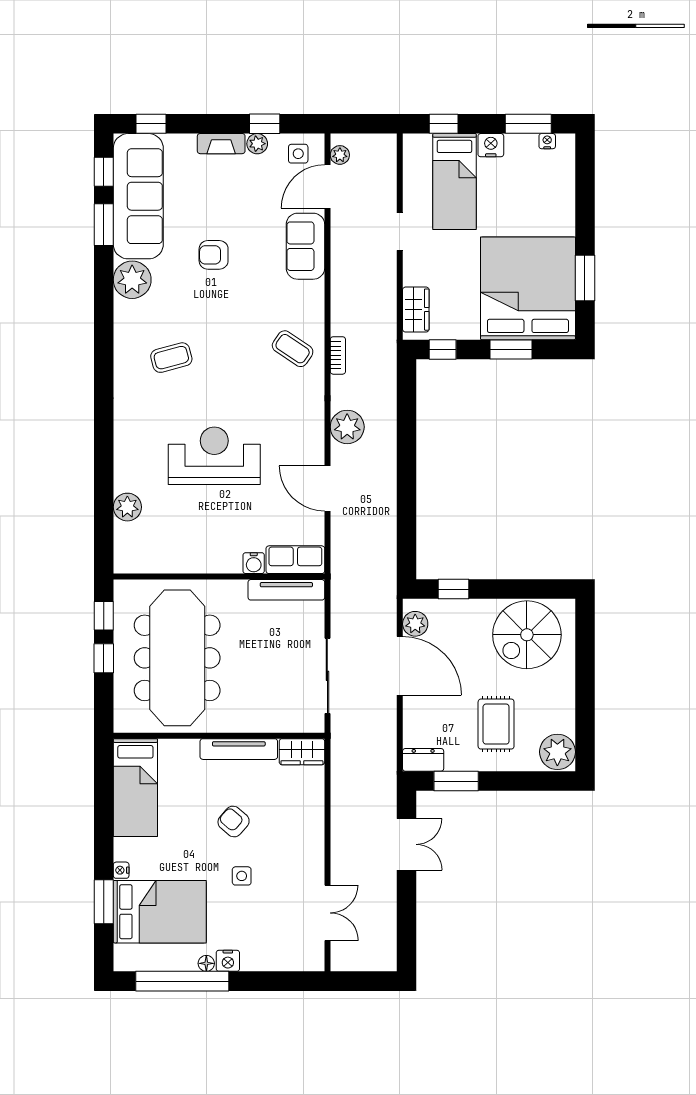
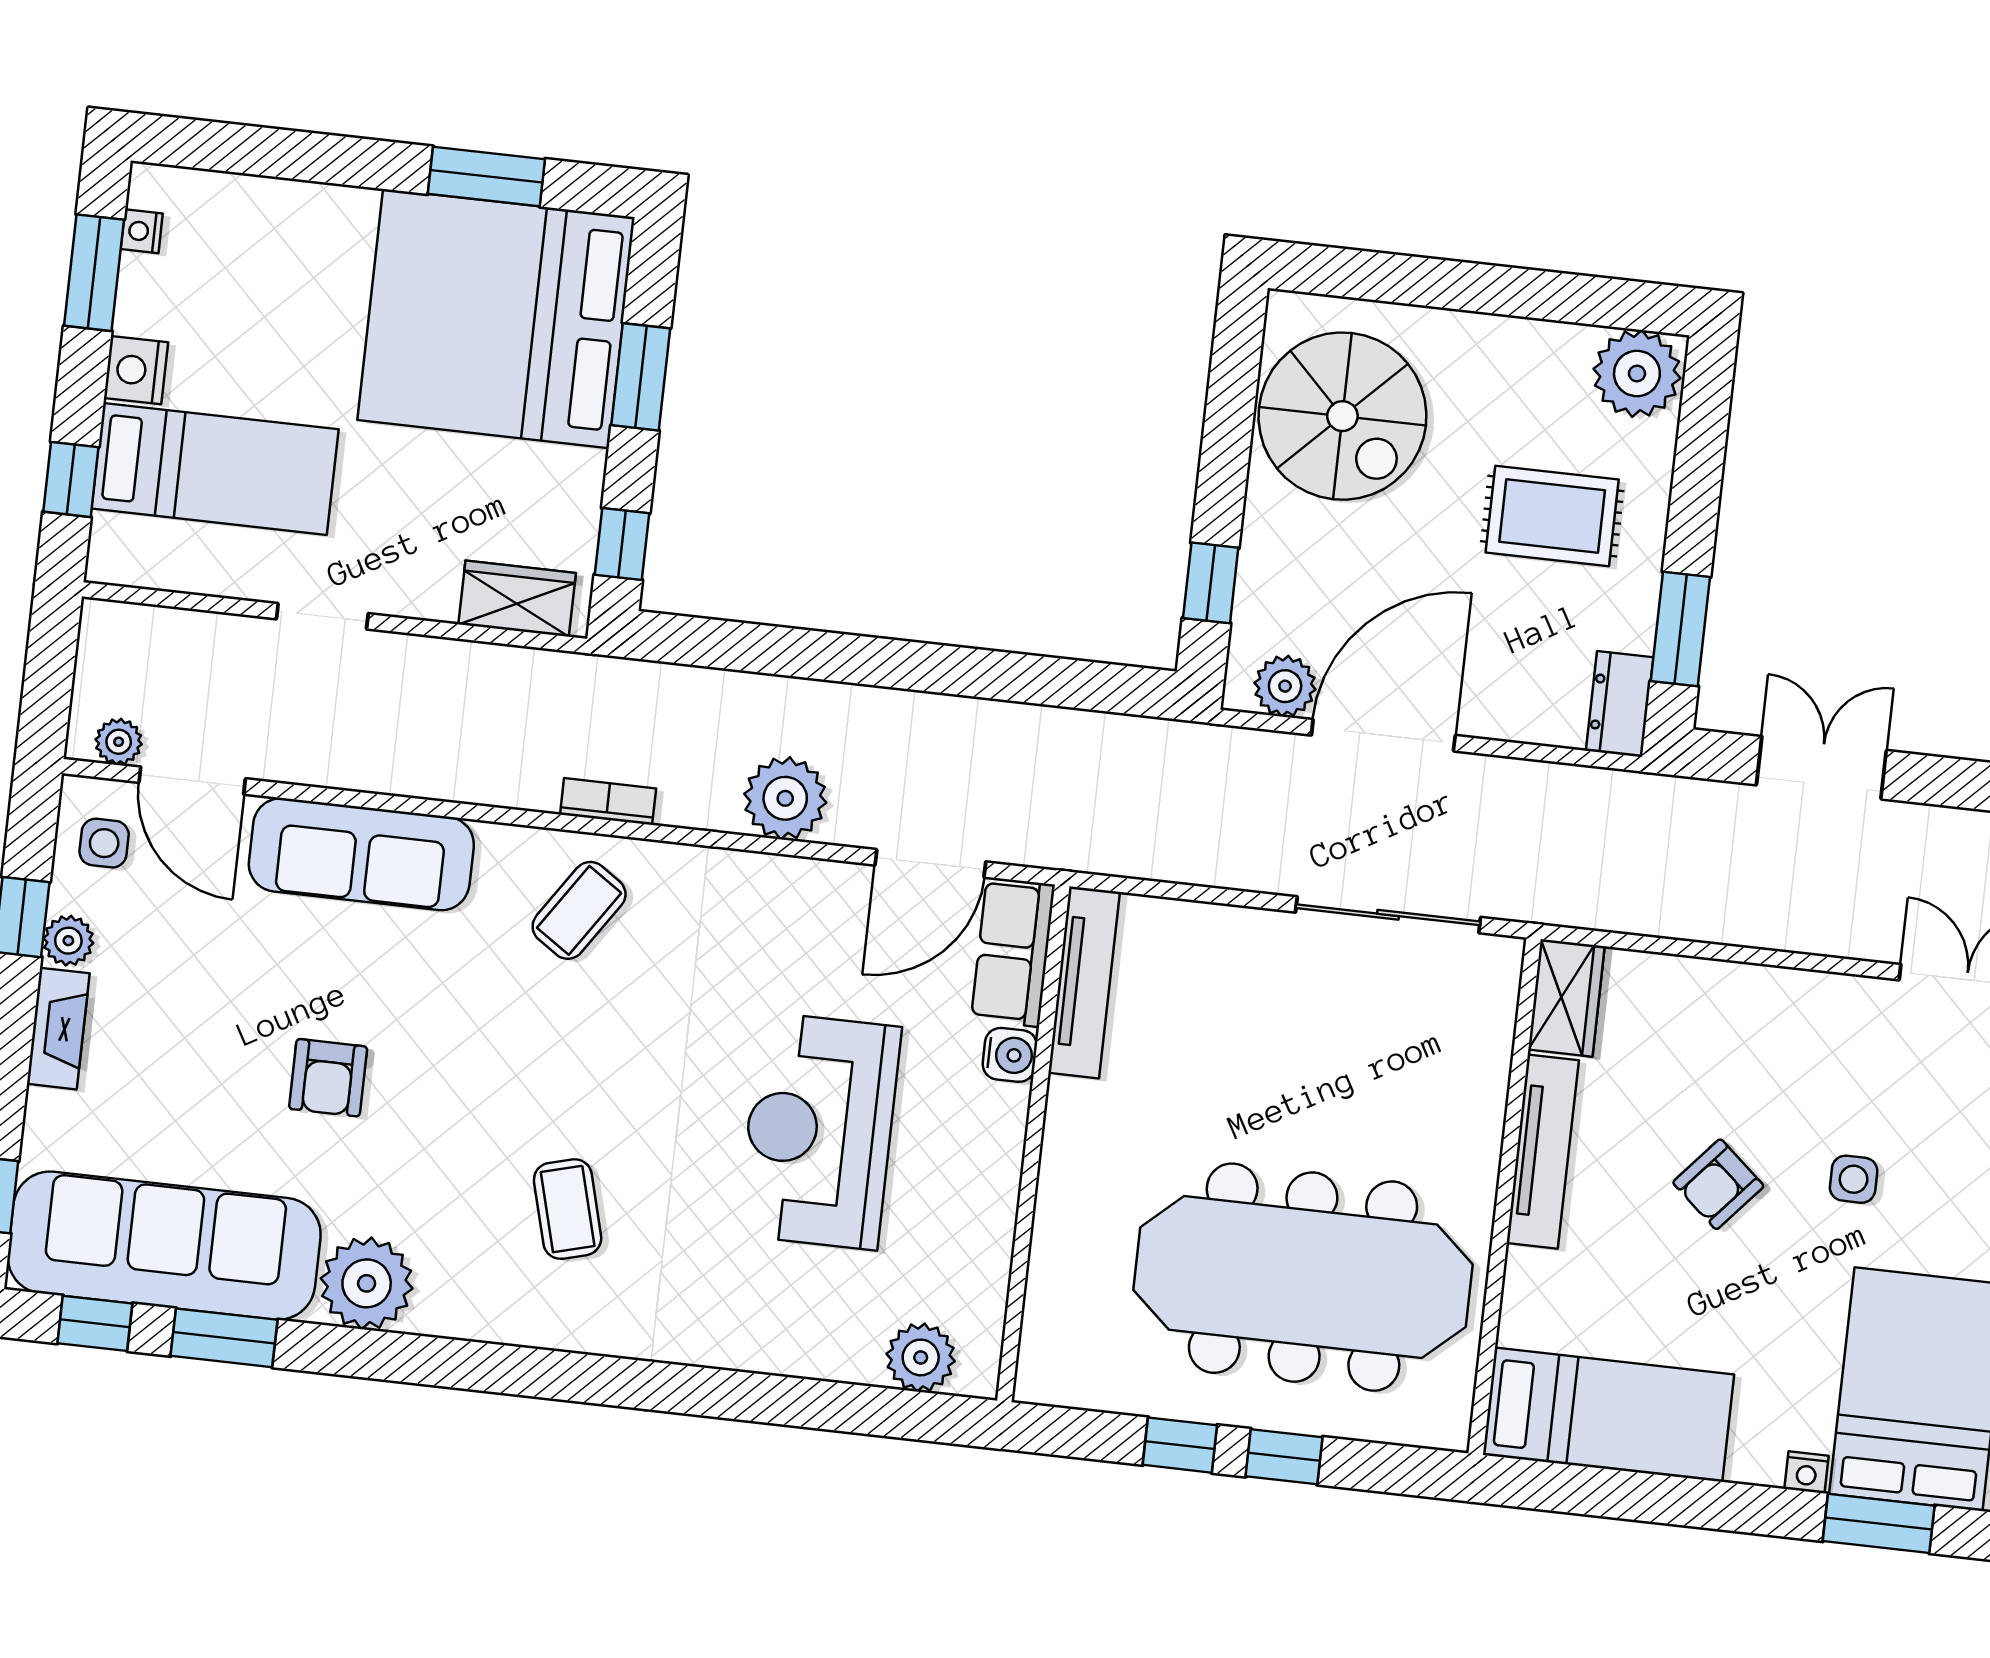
sofa: (305, 246) -> (361, 854), width x1.36
row of seats: (295, 560) -> (1013, 952), moved
water cooler: (254, 563) -> (1010, 1055), moved
wall: (219, 577) -> (1033, 1143), moved
tv unit: (286, 590) -> (1084, 982), moved

